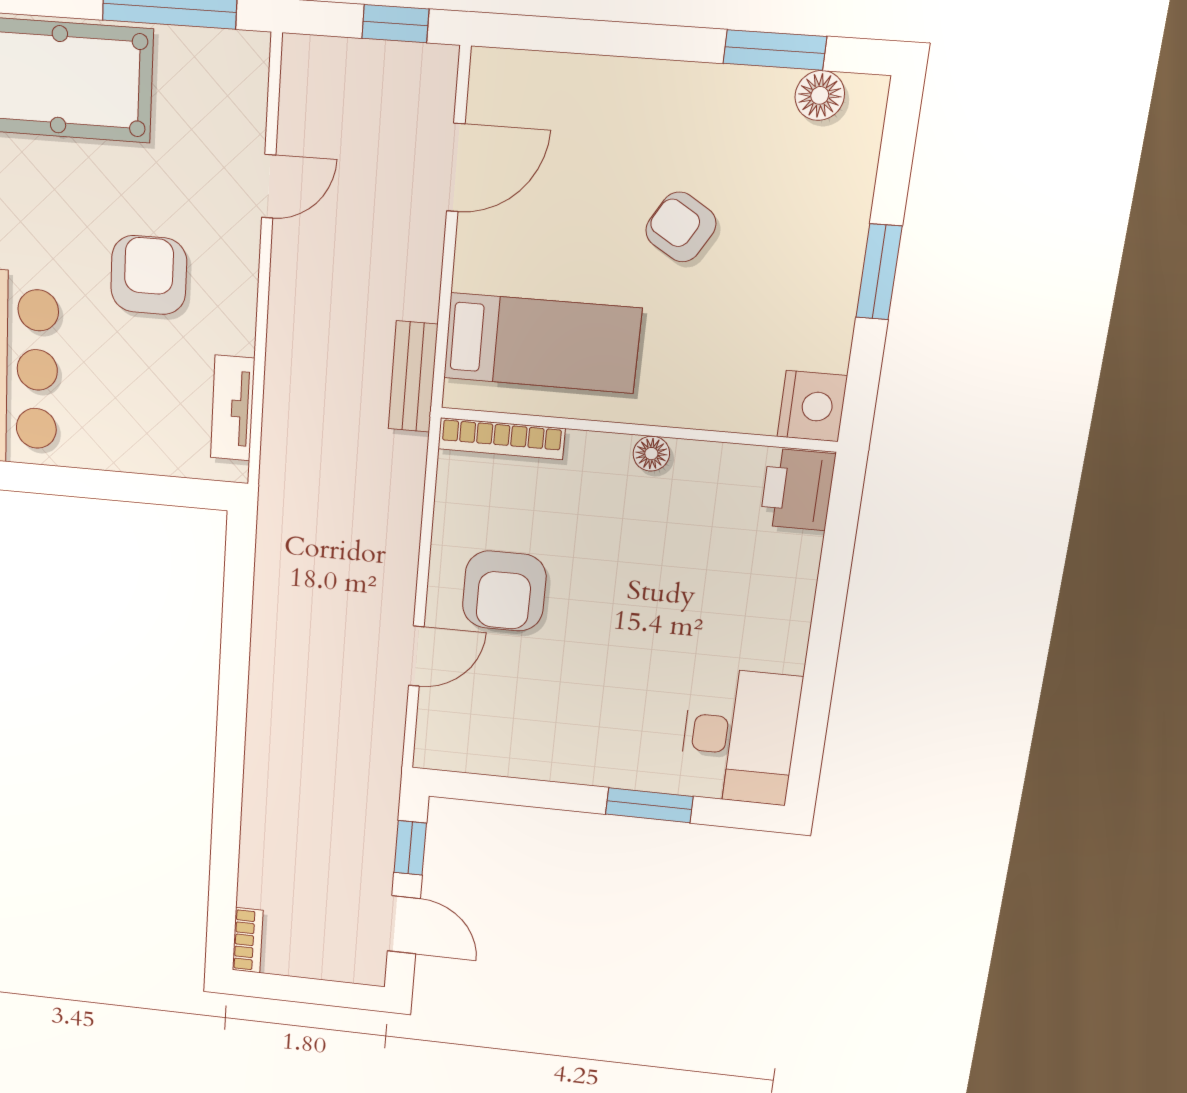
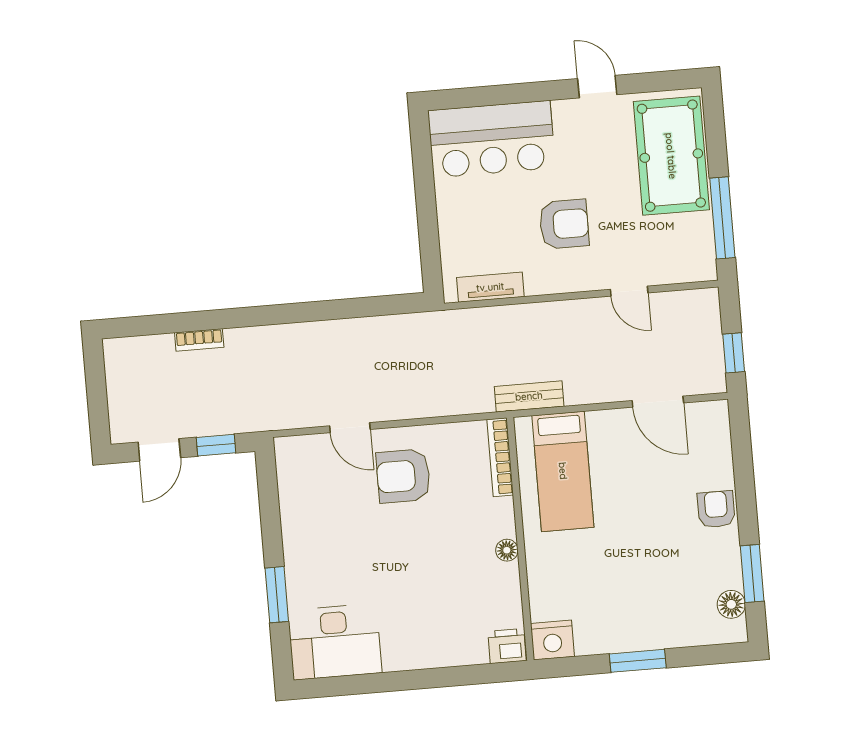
armchair: (681, 227) -> (716, 509), moved, turned -31
printer: (798, 489) -> (507, 646), width x0.73, depth x0.81
bookcase: (248, 940) -> (199, 340), moved

